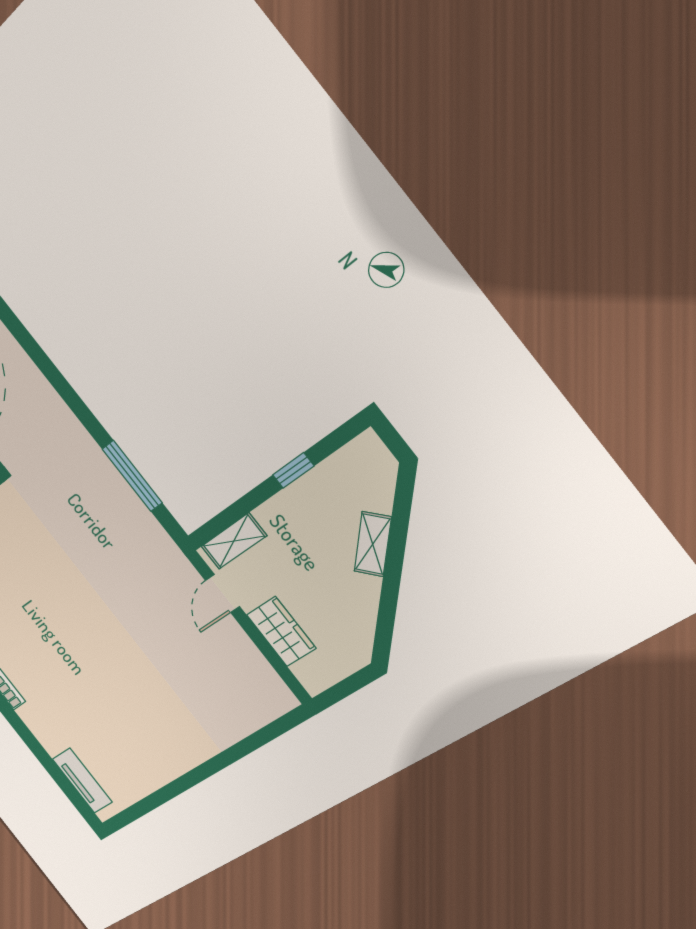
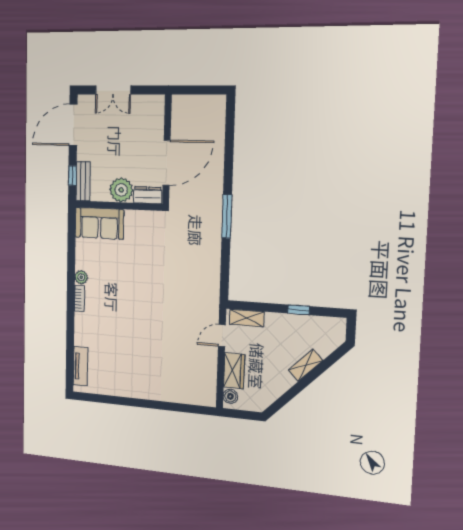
window: (132, 476) -> (227, 217), moved
boiler: (308, 673) -> (230, 396), added

